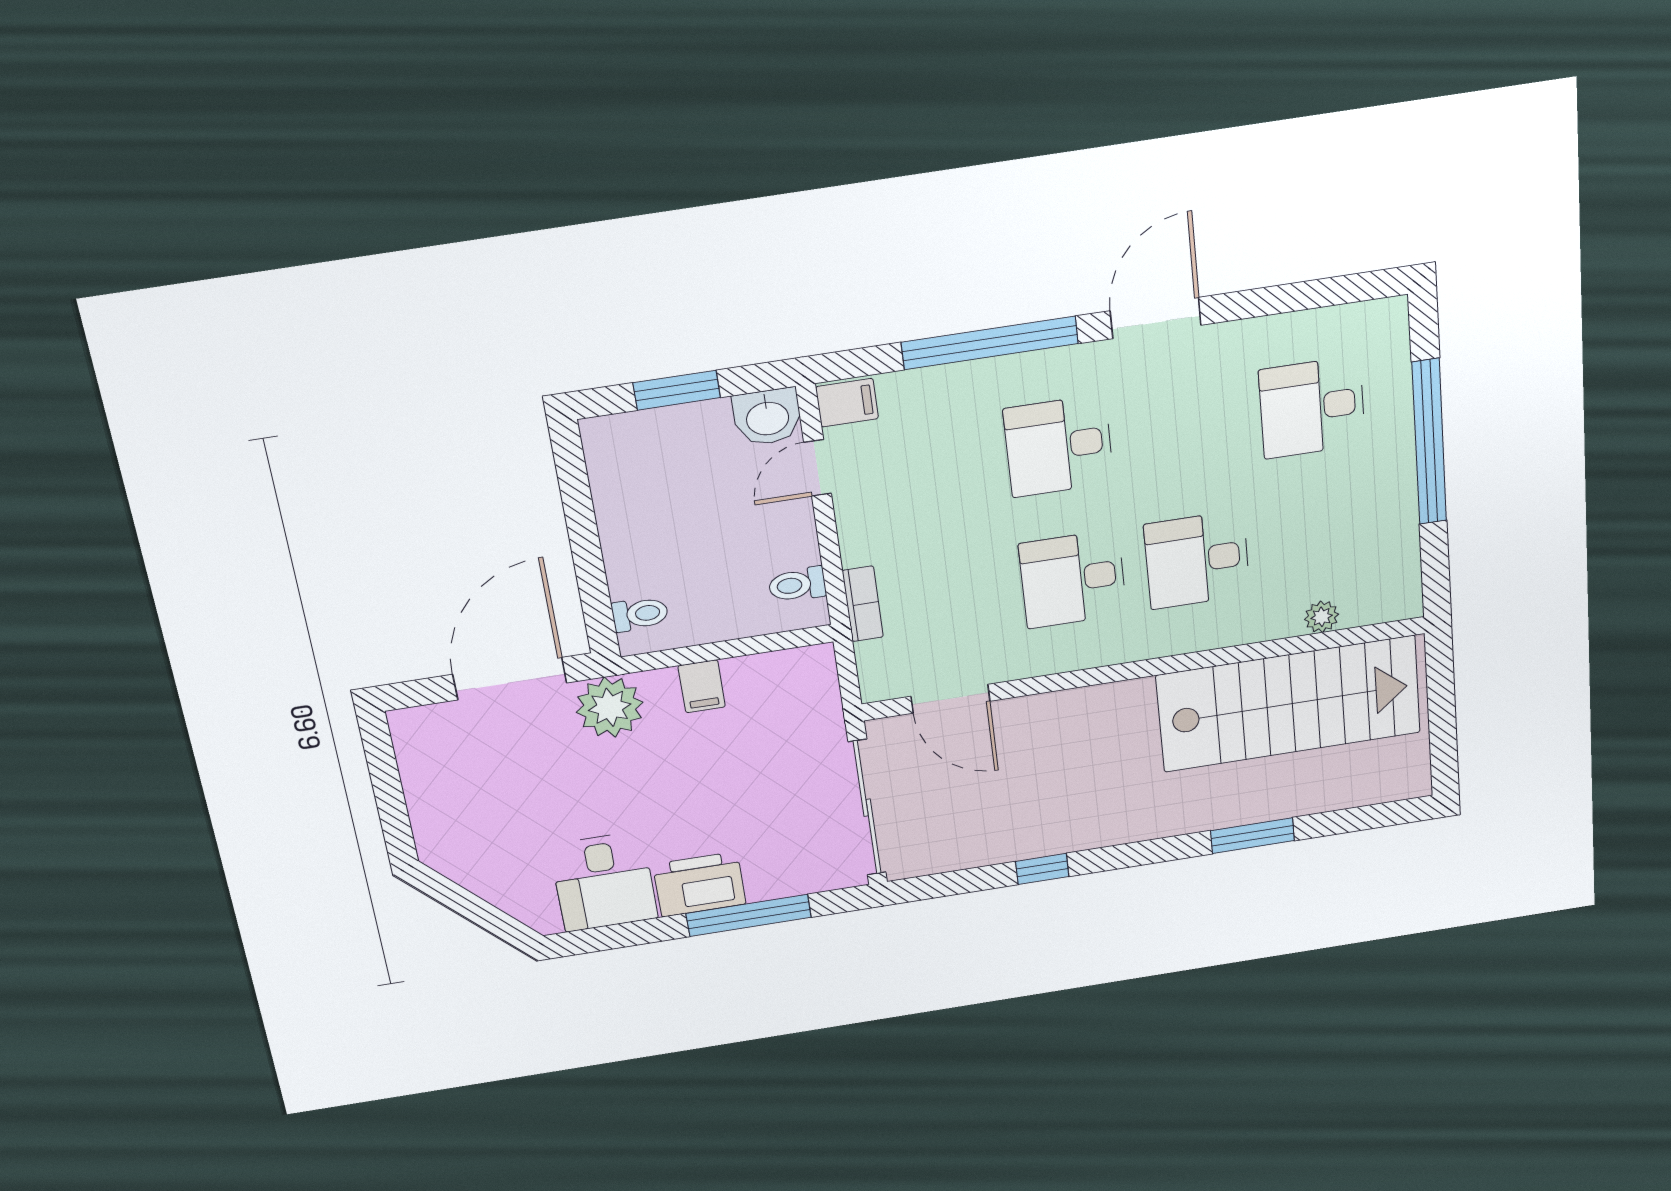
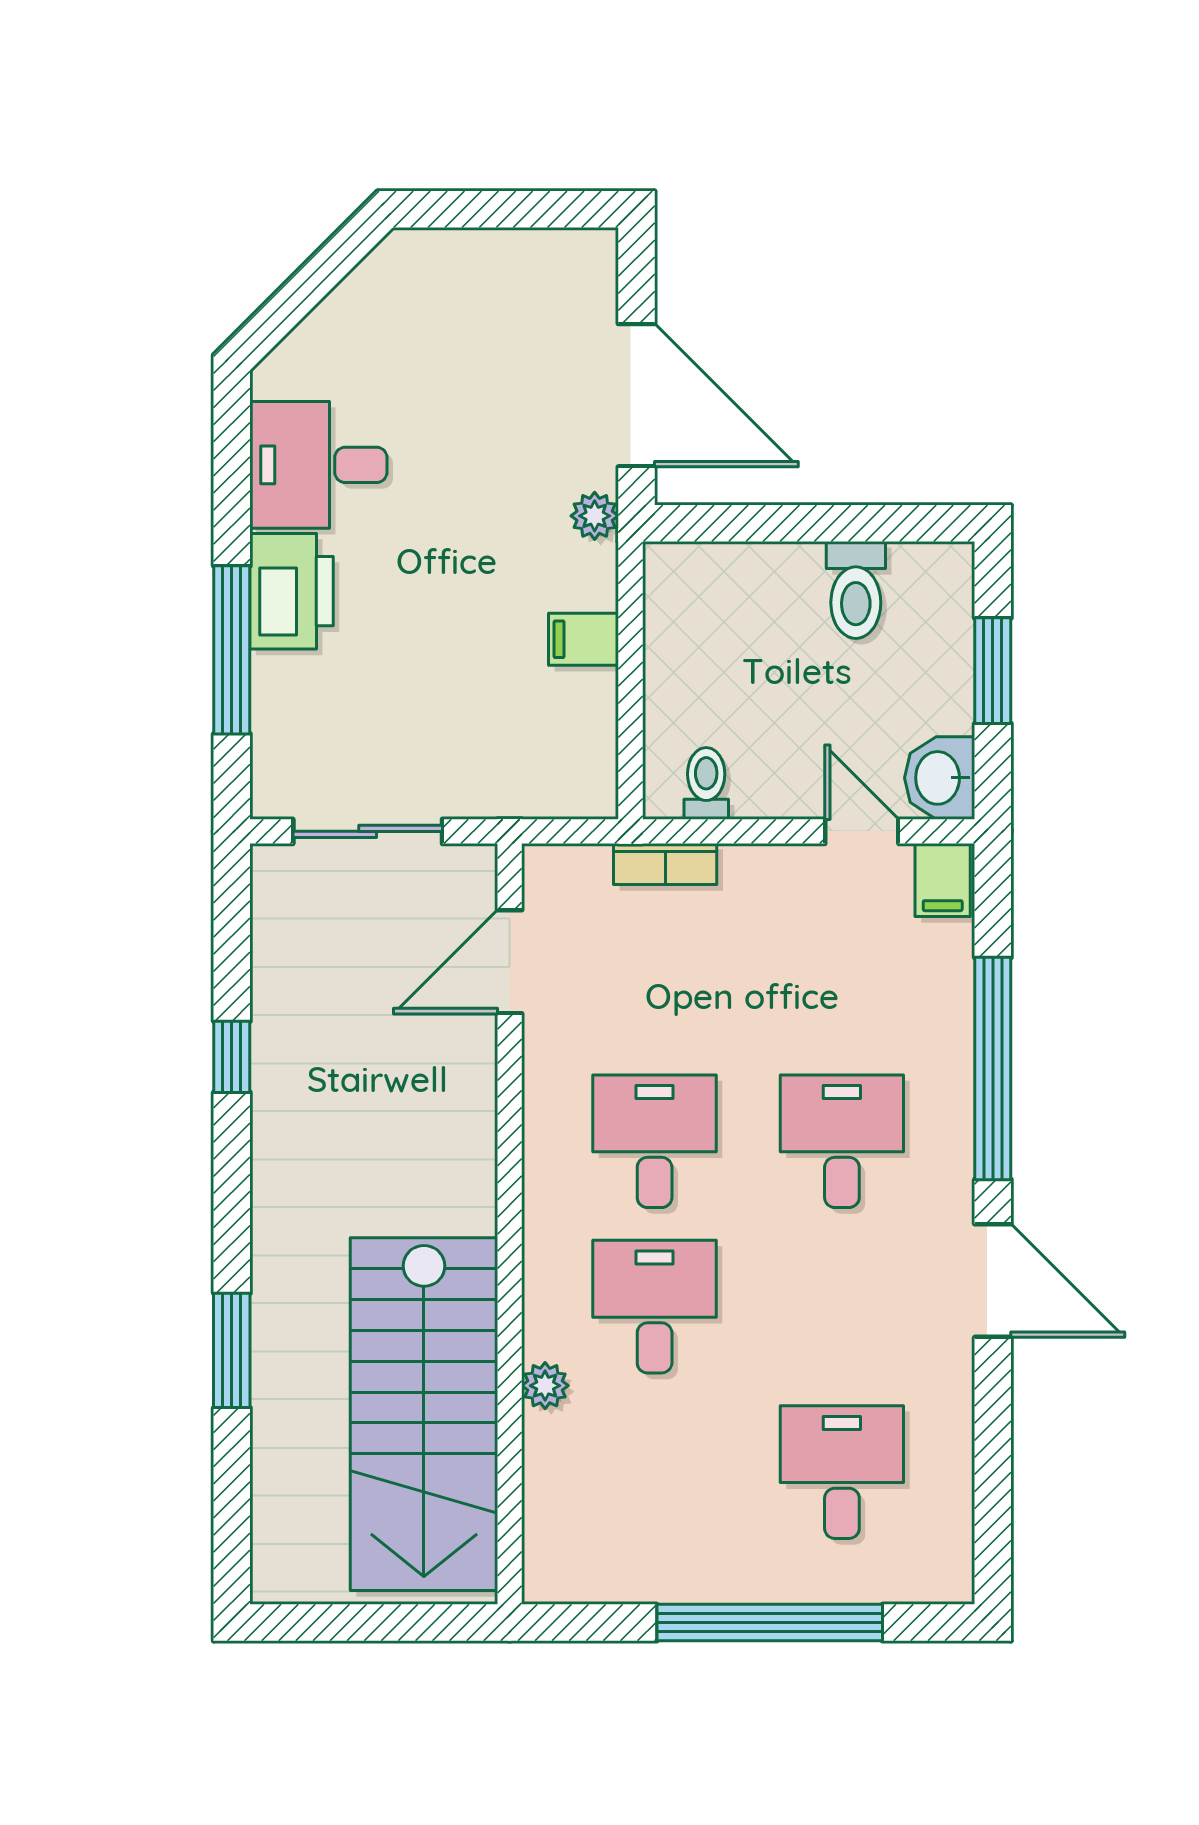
toilet: (640, 614) -> (856, 590), moved, width x1.37, depth x1.39
plant: (1322, 617) -> (545, 1386), moved
plant: (610, 707) -> (595, 516), width x0.53, depth x0.53
sliding door: (867, 808) -> (368, 831), width x0.73

